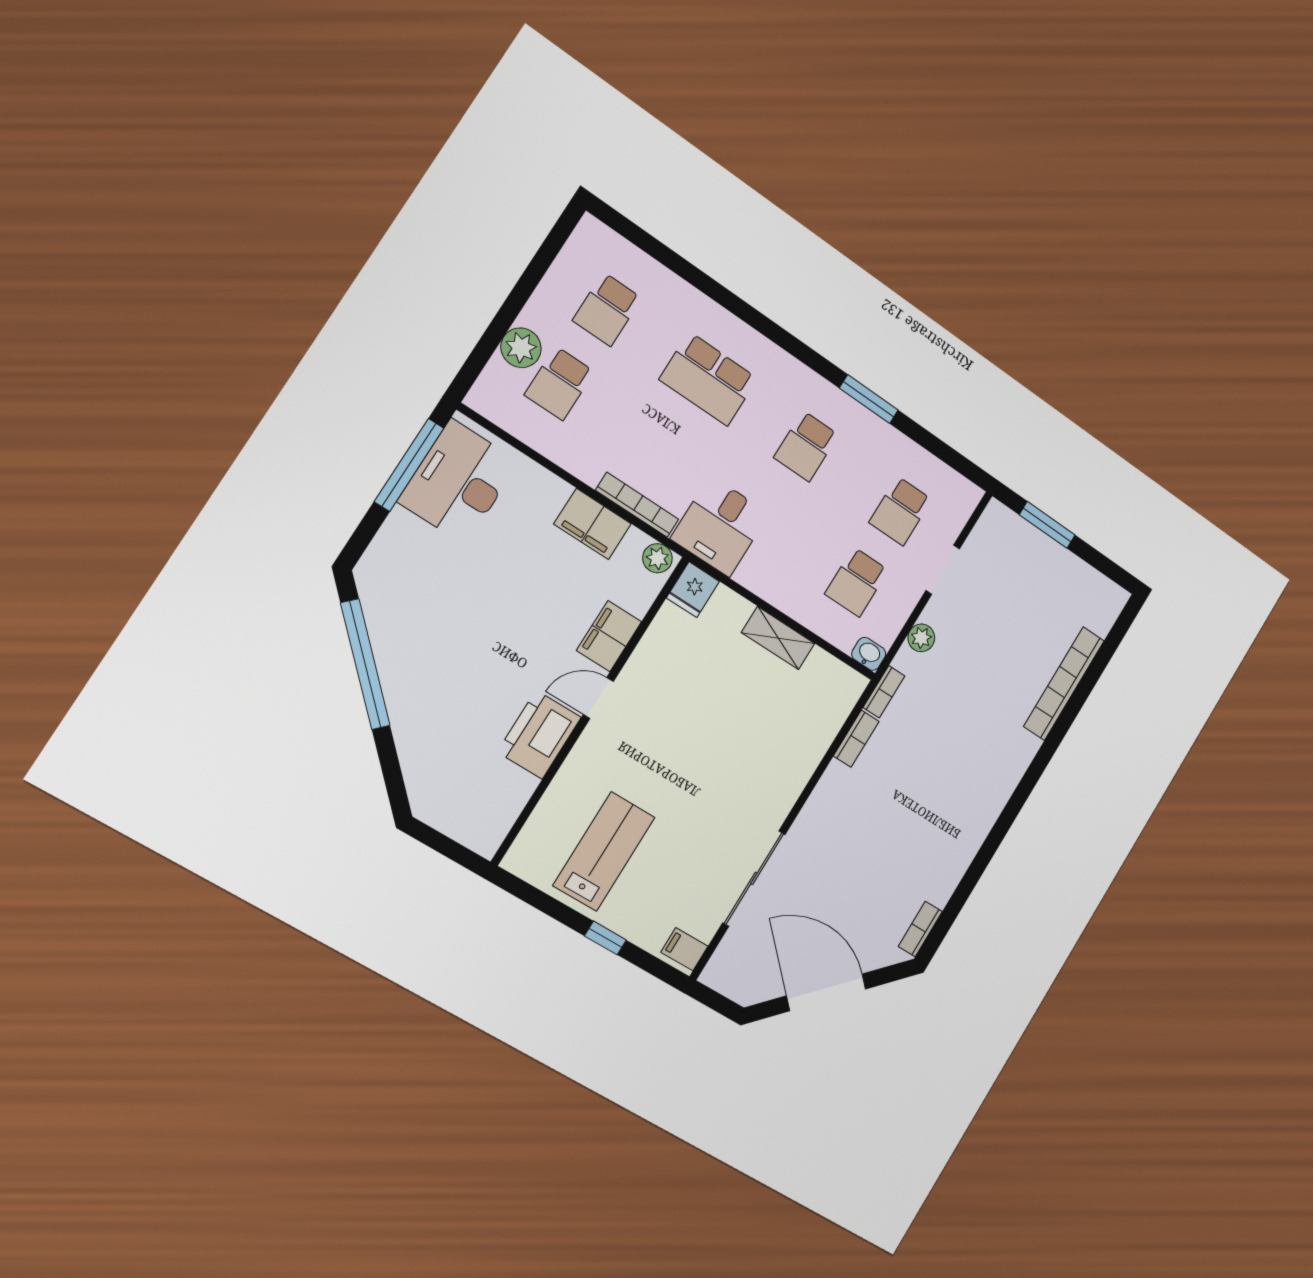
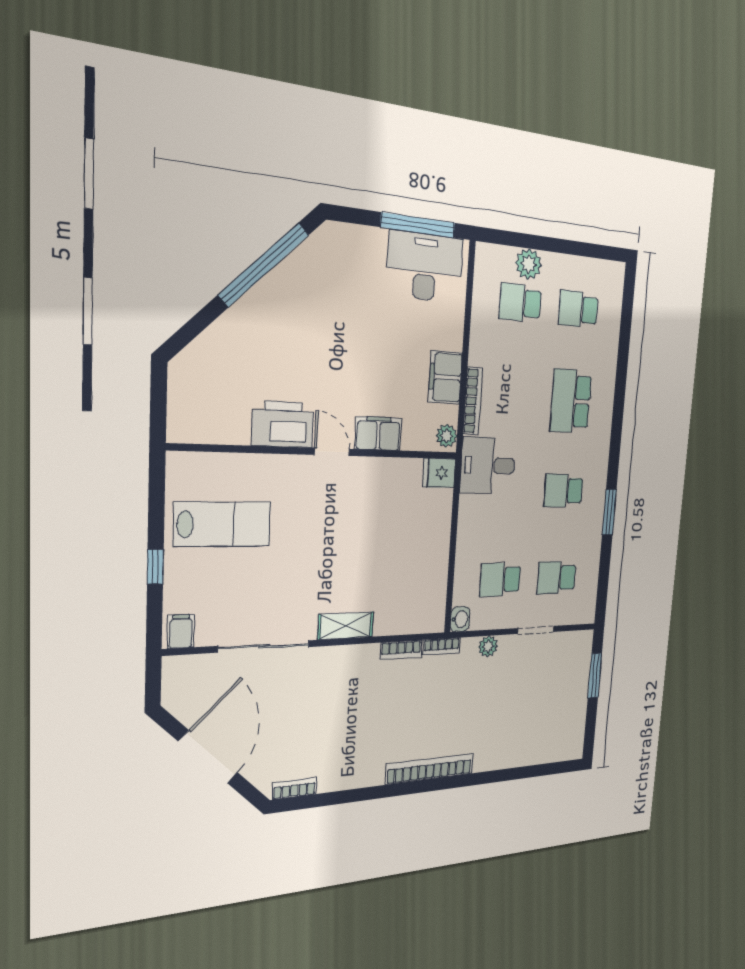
shelving: (778, 638) -> (346, 626), moved, turned 90
bookcase: (1064, 684) -> (430, 769), moved

